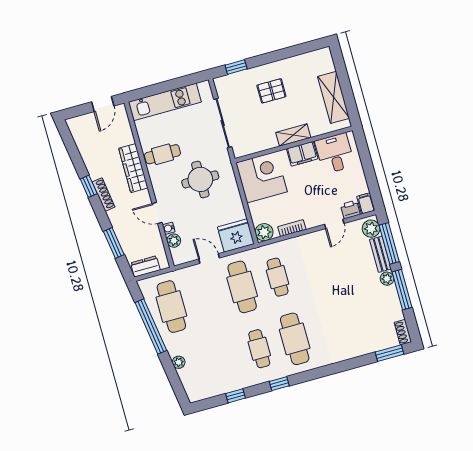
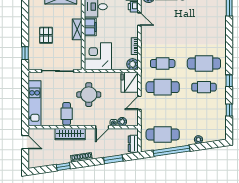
window: (89, 186) -> (63, 167), moved

